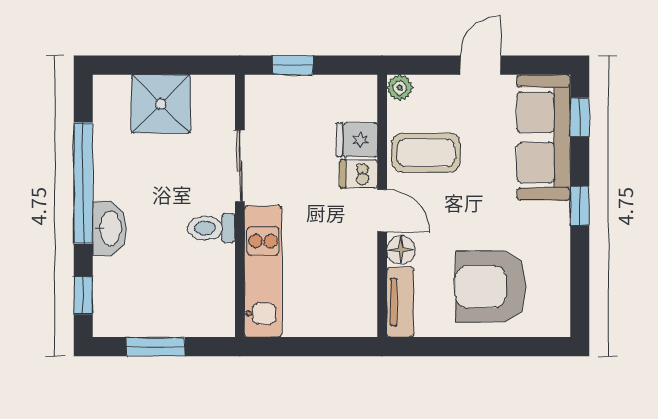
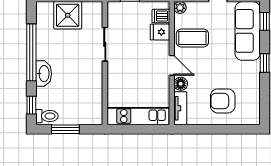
dishwasher: (359, 174) -> (161, 16), moved
toilet: (211, 228) -> (47, 116), moved, turned 180
kitchen unit: (263, 271) -> (138, 116), moved, turned -90
armchair: (491, 287) -> (223, 101), width x0.73, depth x0.73

